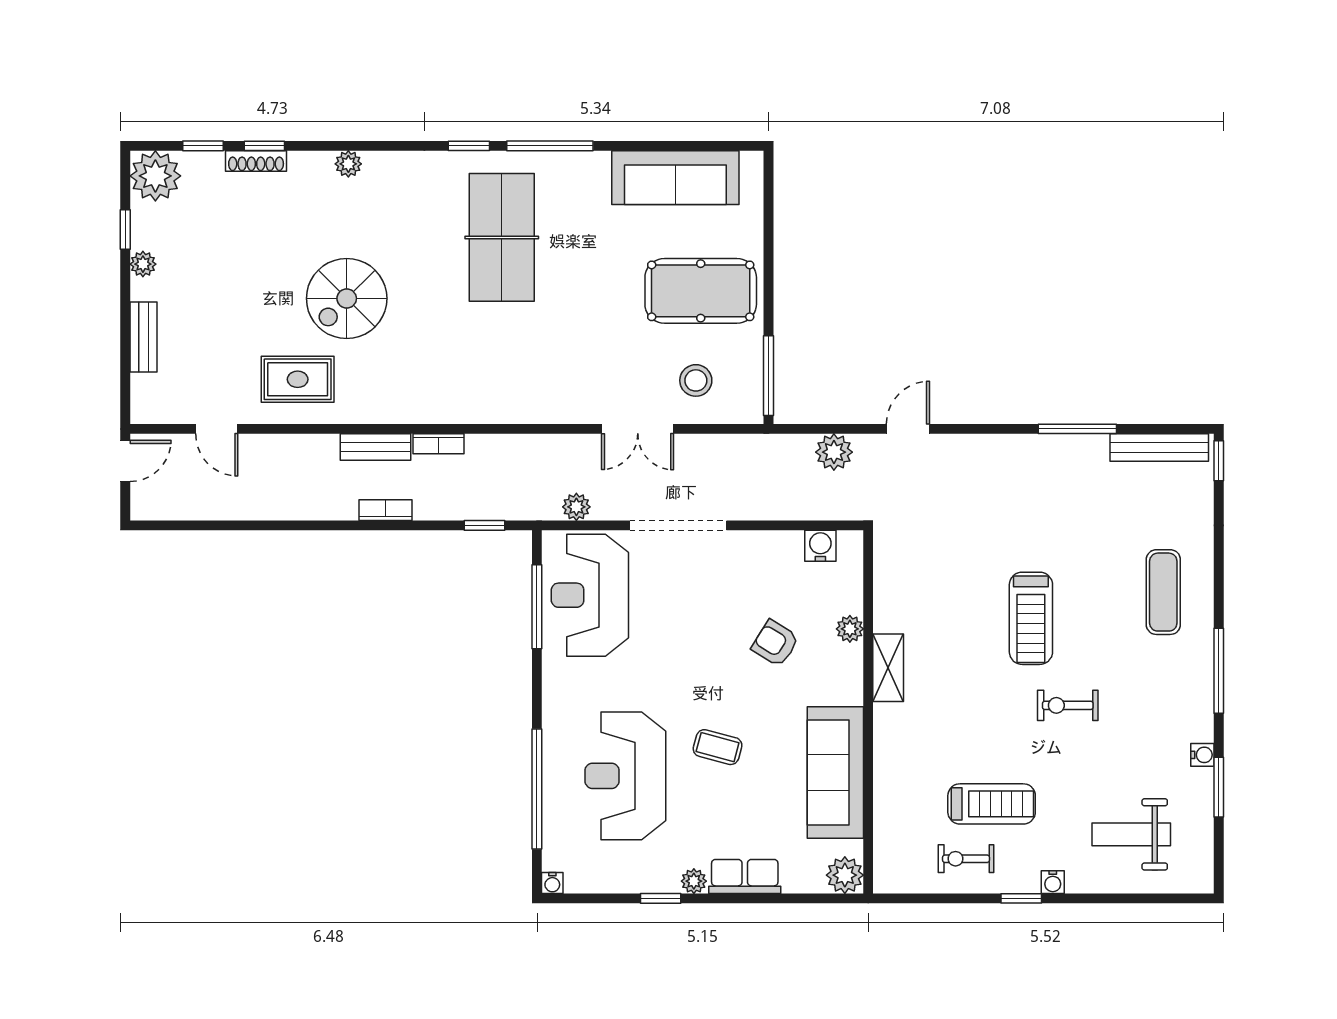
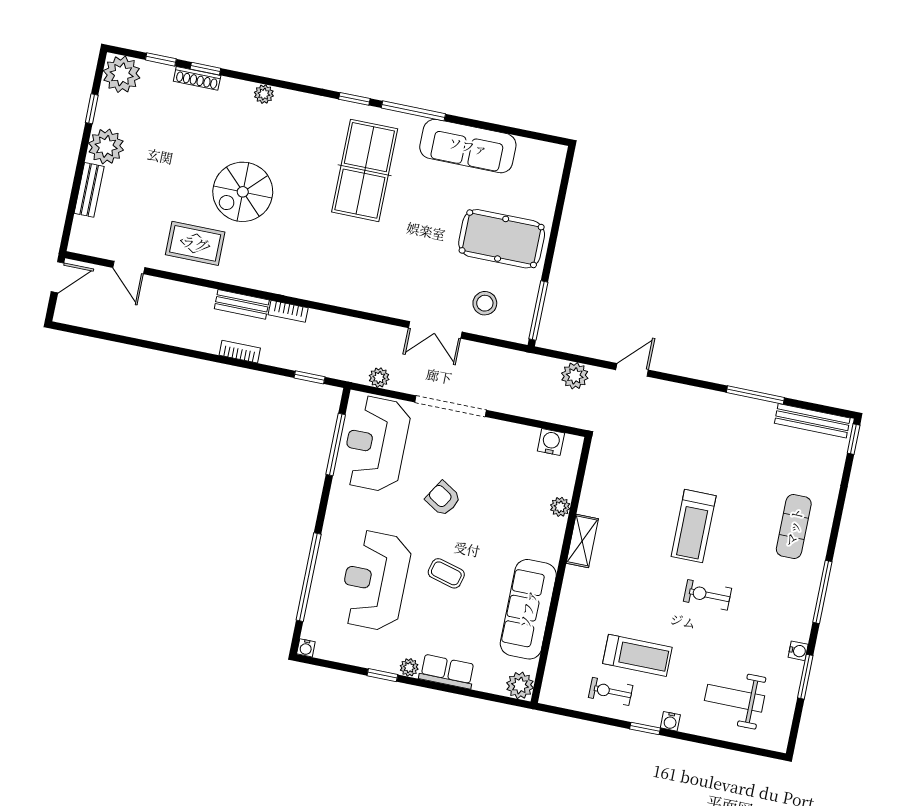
sofa: (675, 178) -> (468, 146), moved
plant: (143, 264) -> (106, 146), width x1.88, depth x1.88
armchair: (775, 643) -> (443, 499), moved

